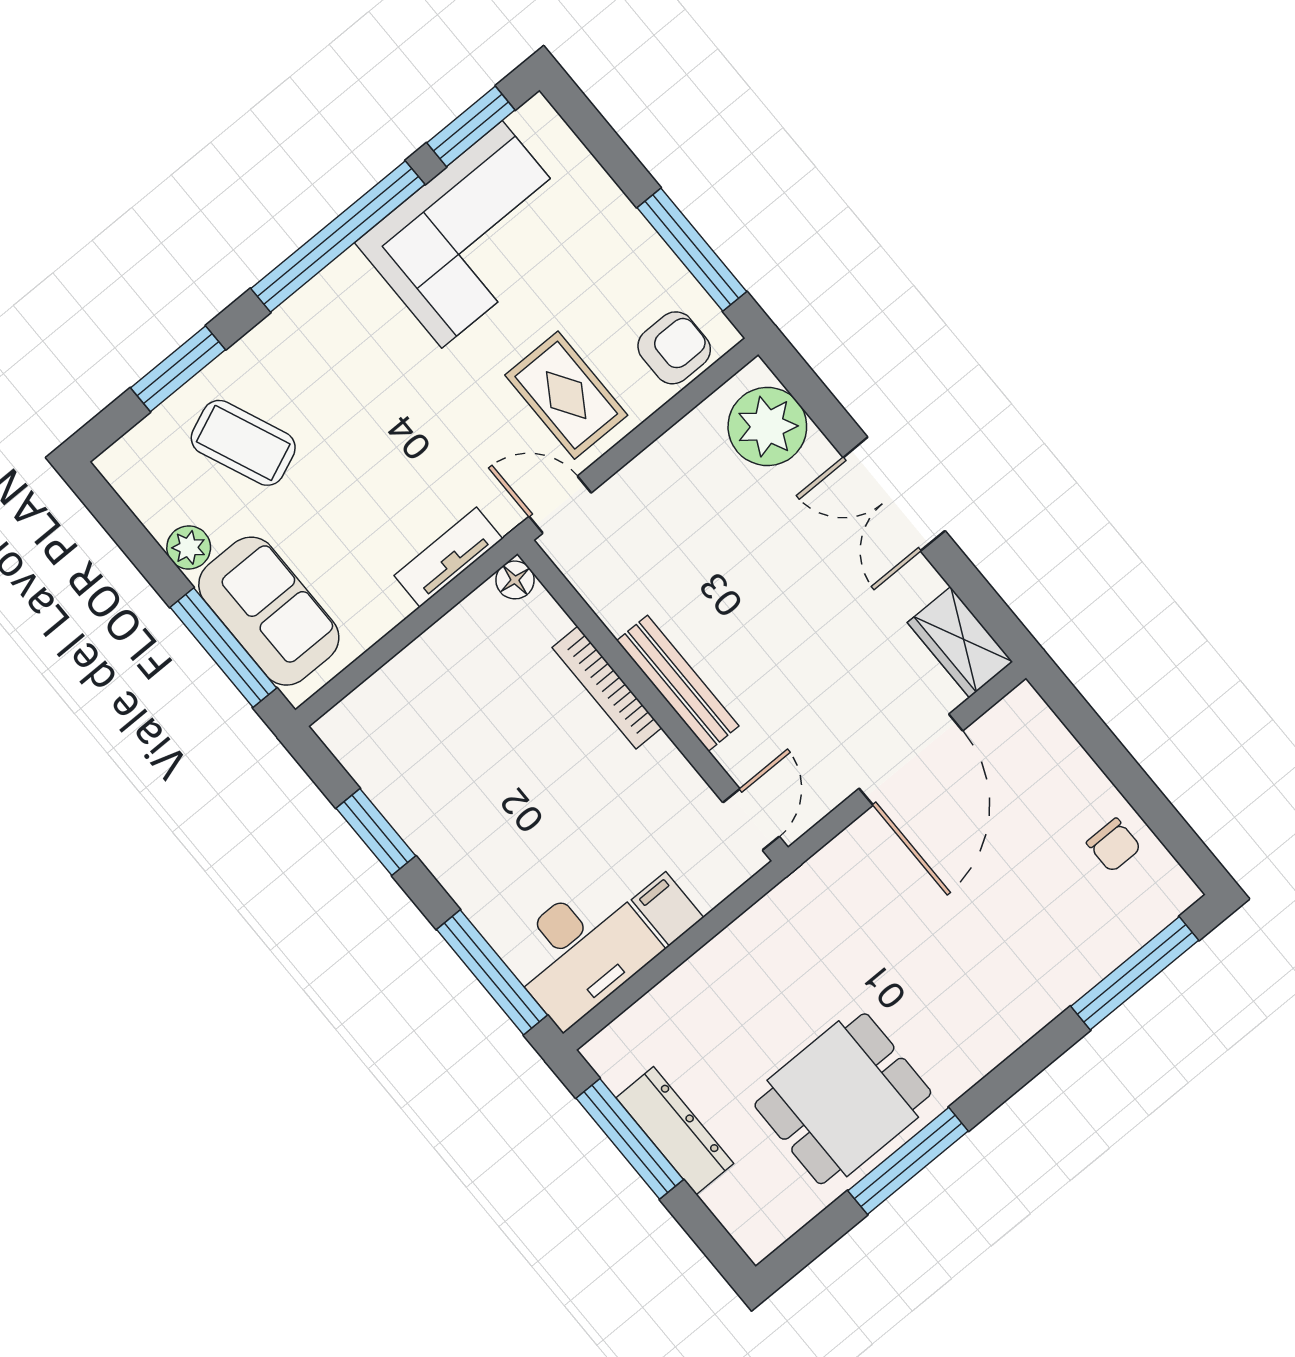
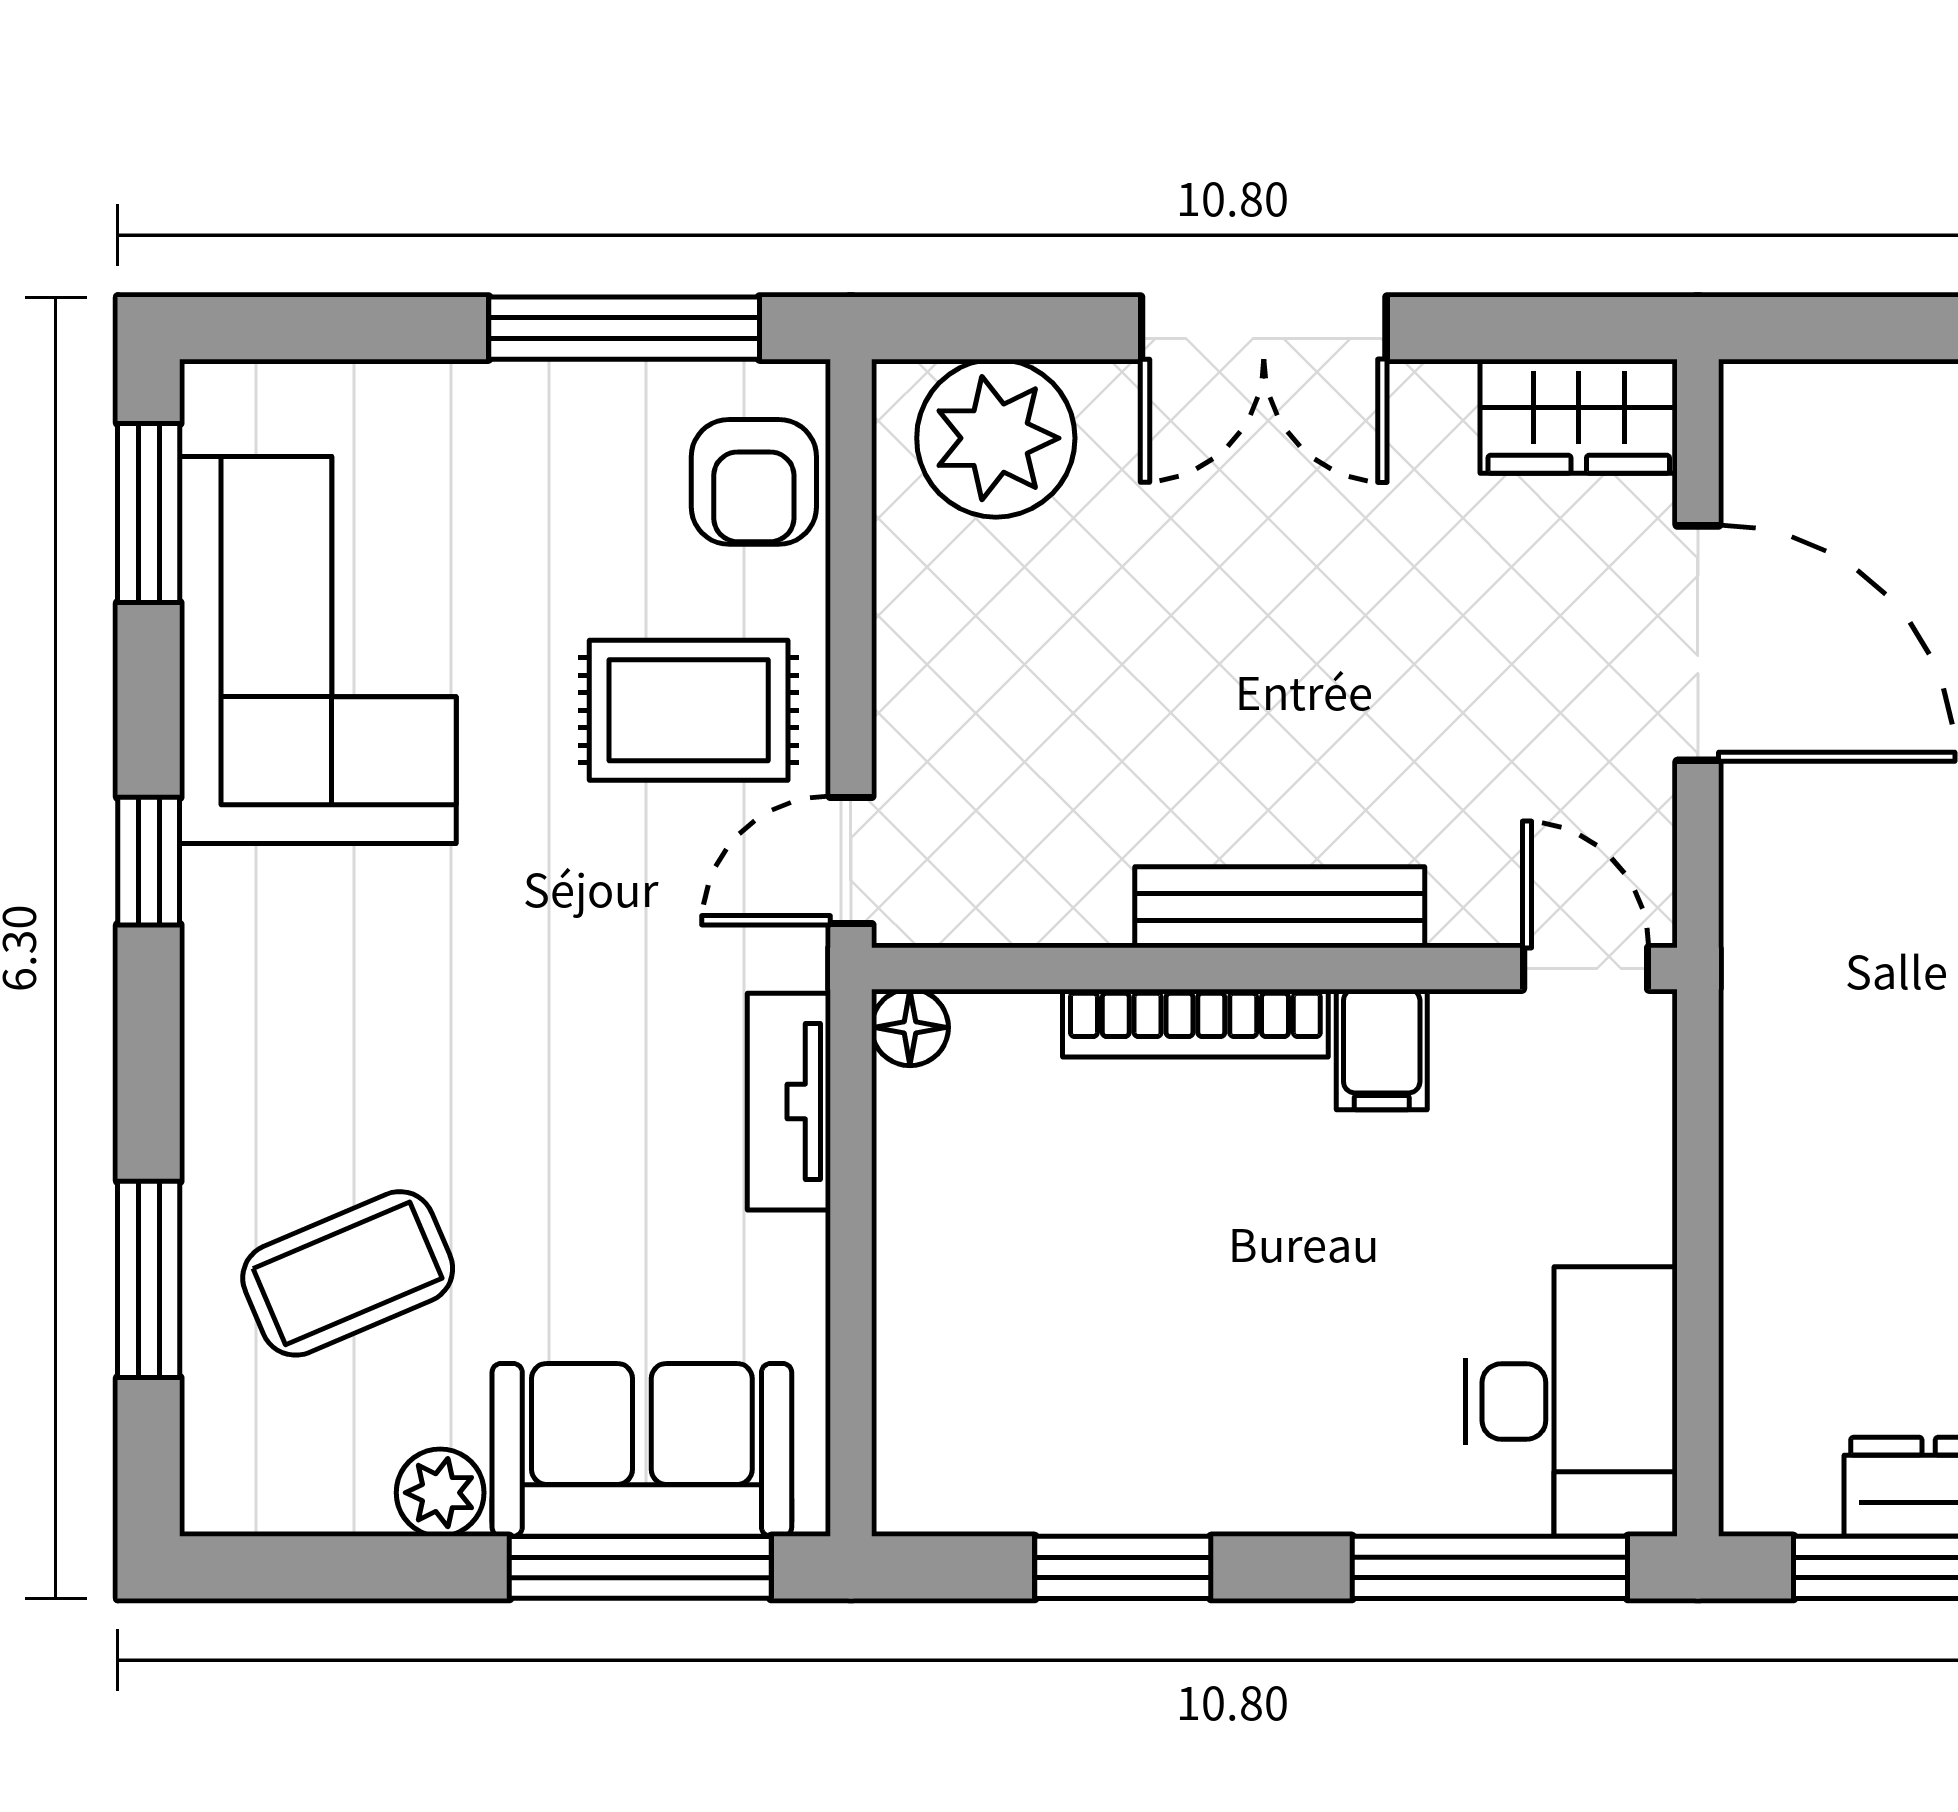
window: (338, 236) -> (149, 861), width x0.32
armchair: (674, 348) -> (754, 482), turned 180
filing cabinet: (668, 909) -> (1382, 1050), moved, turned -90

